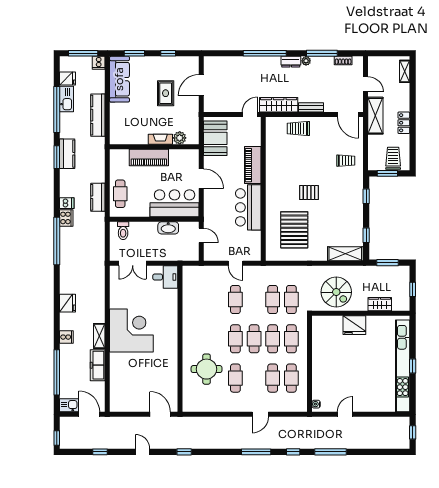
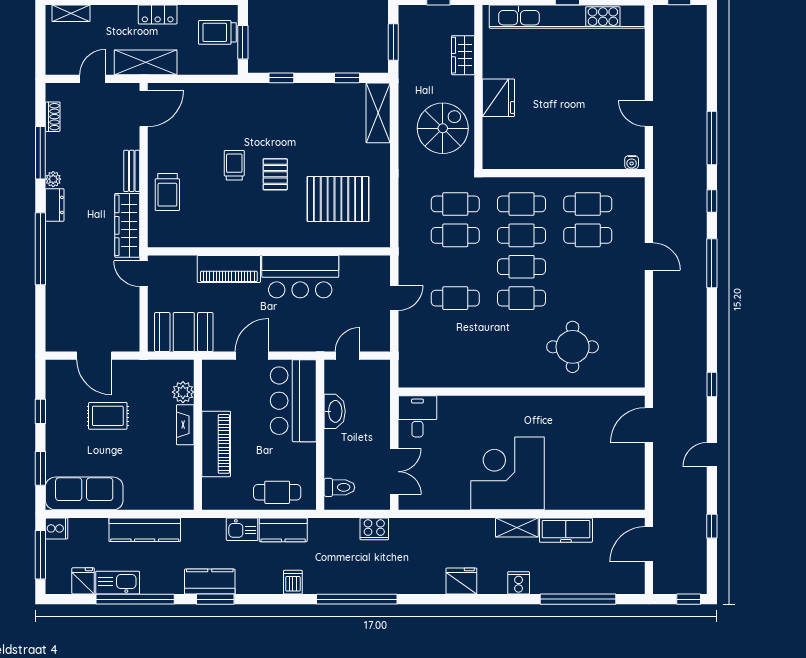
trolley: (346, 161) -> (234, 165), moved
cooker: (66, 218) -> (374, 529), moved, turned 180
cafe table: (235, 378) -> (588, 298), removed
kitchen sink: (69, 405) -> (242, 529), moved, turned -90

